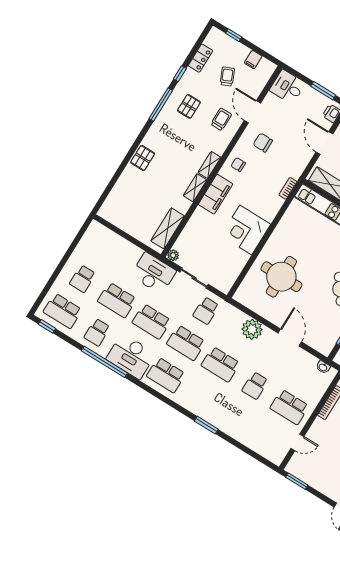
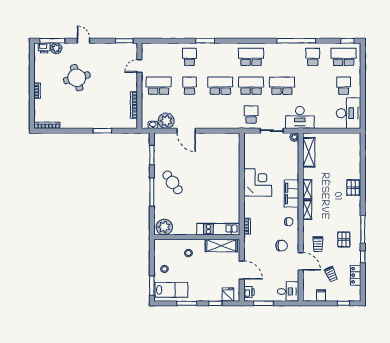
round table: (281, 277) -> (216, 167), removed
school desk: (117, 300) -> (189, 57), moved, width x0.54
plant: (252, 329) -> (166, 121), moved
desk: (131, 356) -> (349, 113), moved, turned 90

